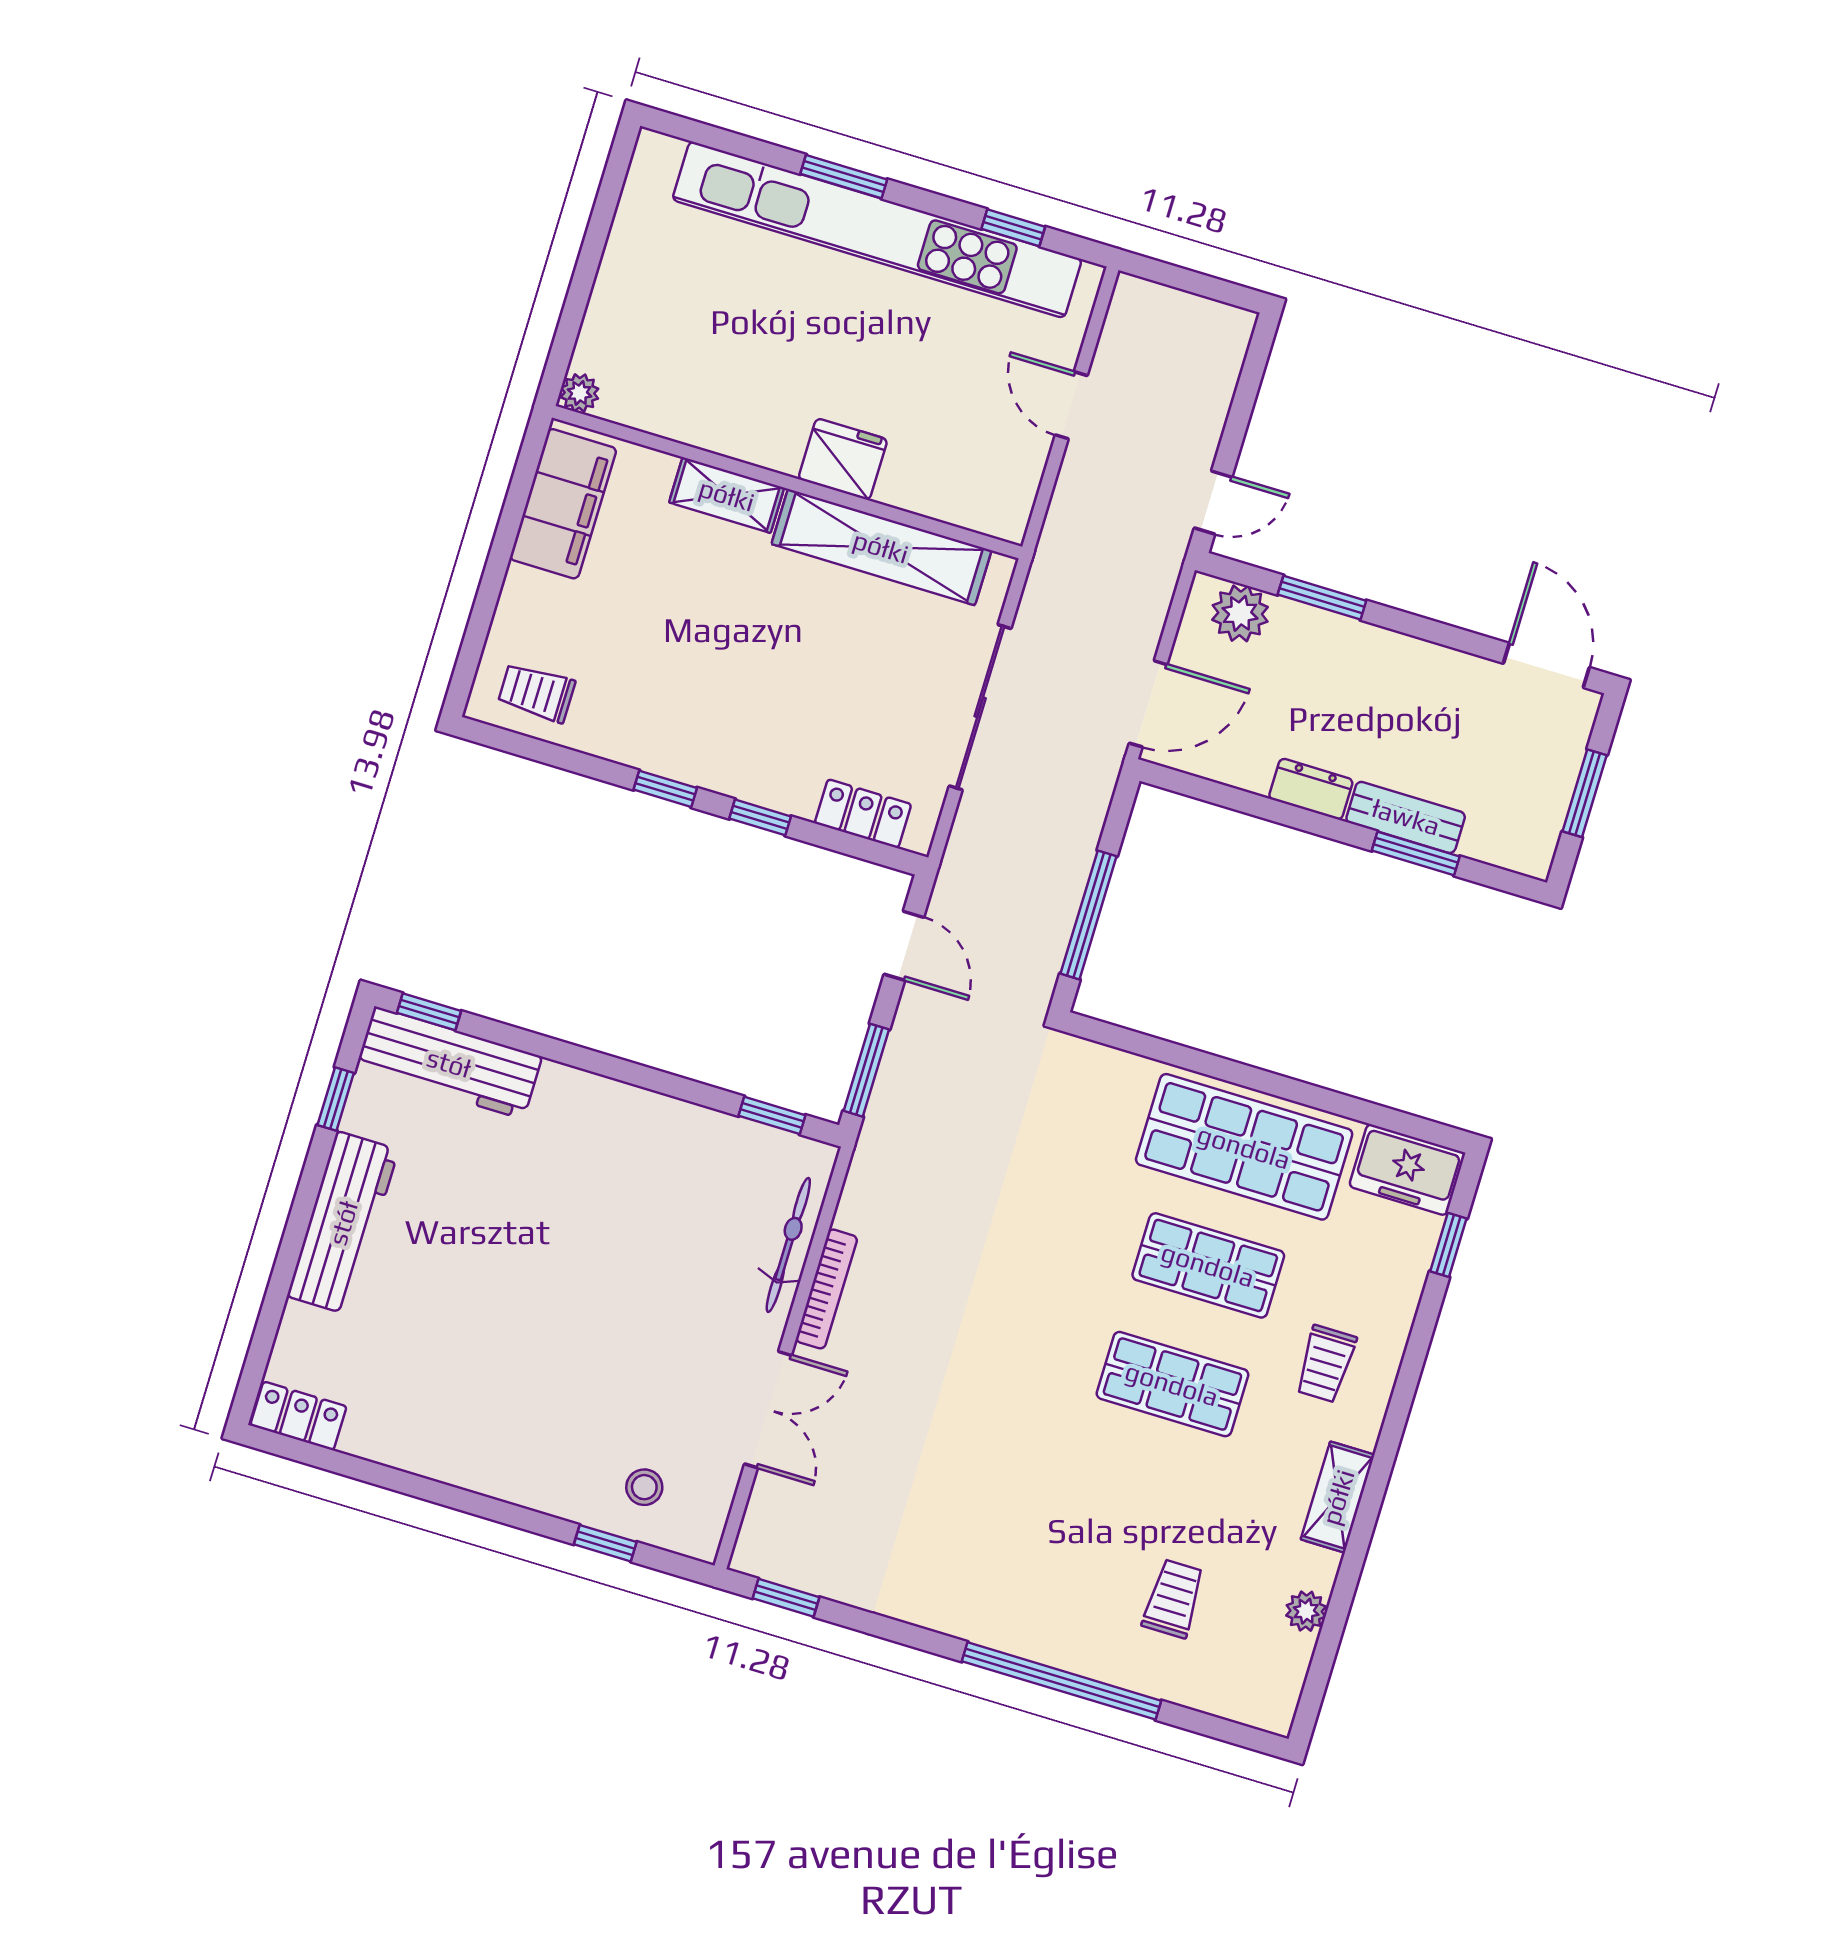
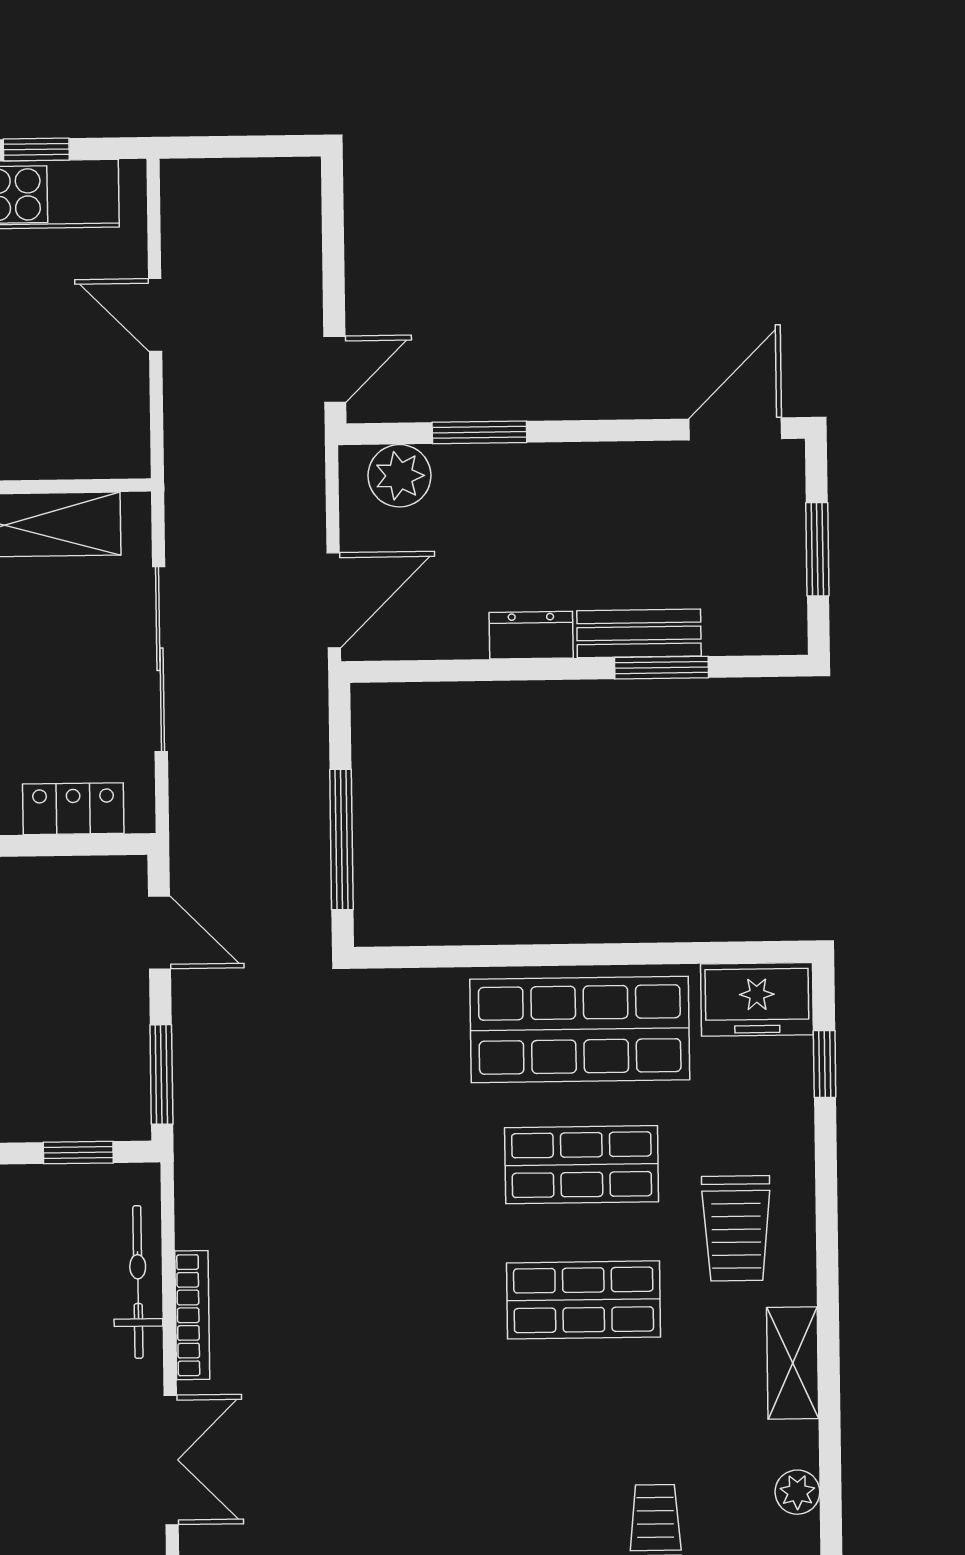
door: (1546, 665) -> (735, 429), hinge flipped
trolley: (1326, 1364) -> (736, 1228), width x1.36, depth x1.39

